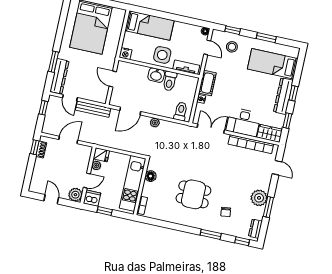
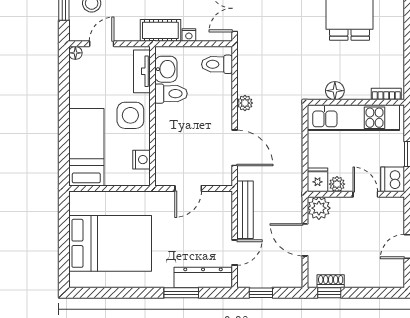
nightstand: (125, 54) -> (141, 160), moved
washbasin: (156, 75) -> (166, 69), moved
plant: (75, 195) -> (319, 208), moved

